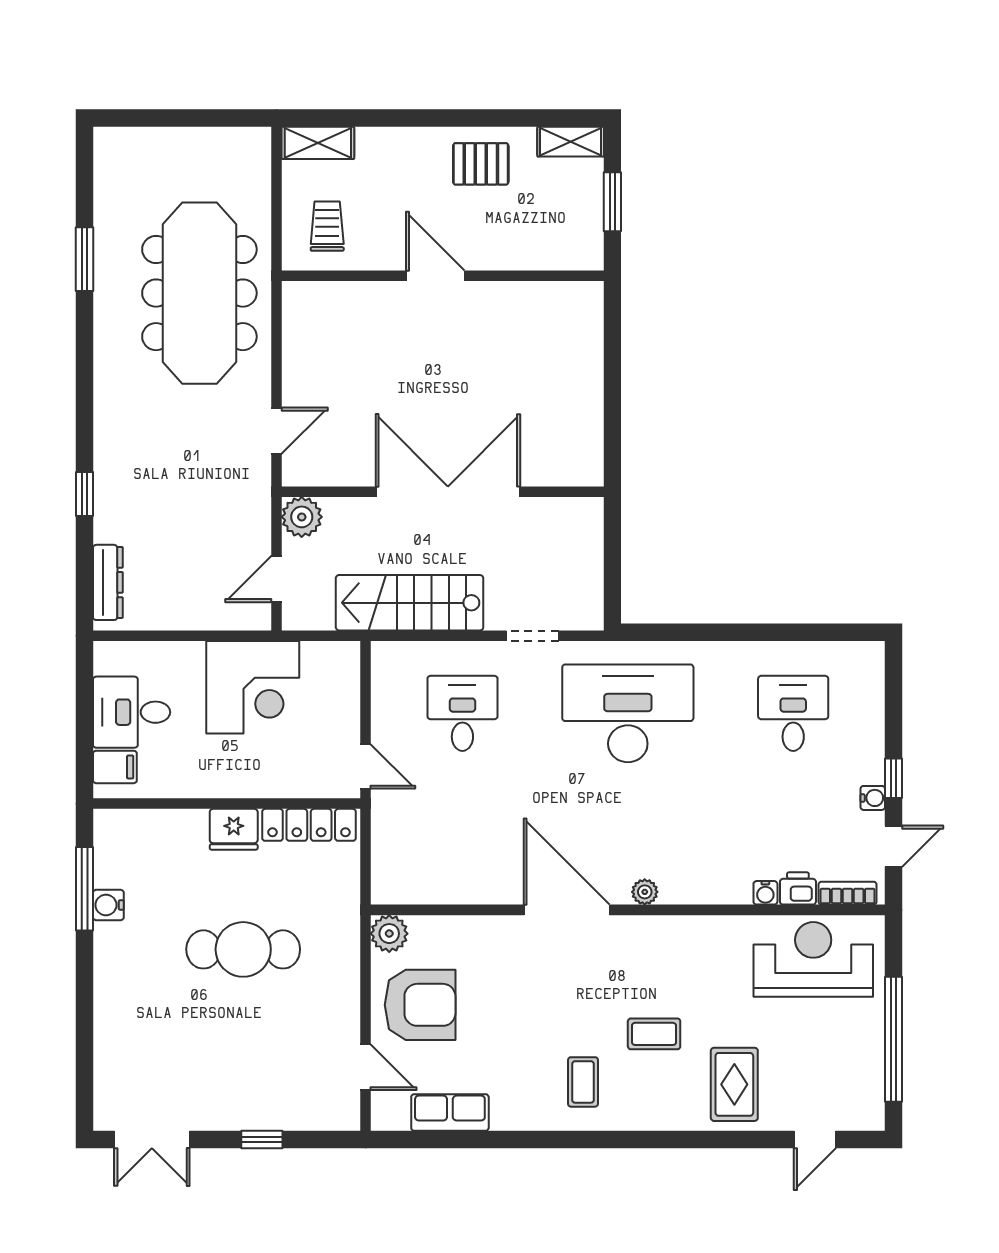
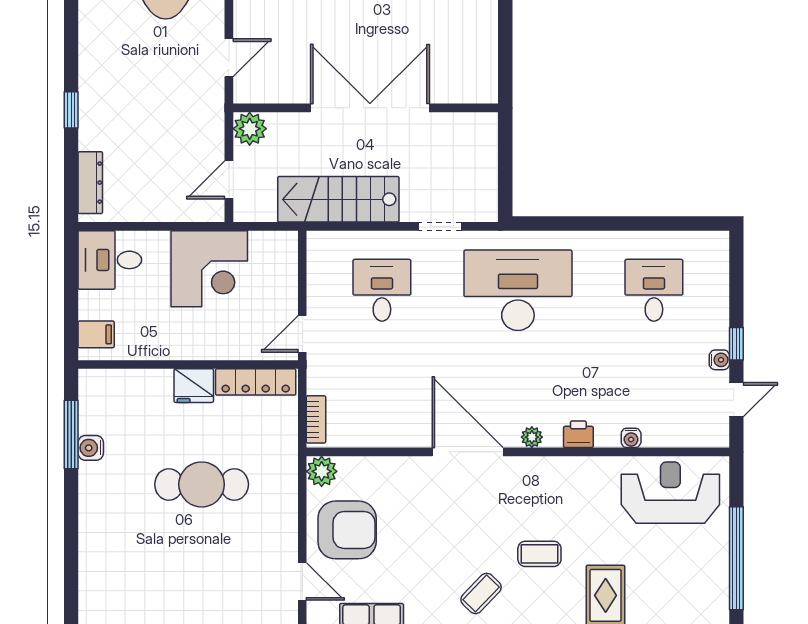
desk: (132, 712) -> (110, 260), moved
door: (366, 766) -> (302, 334), swing flipped
printer: (798, 888) -> (578, 434), moved
bookcase: (848, 893) -> (316, 419), moved, turned 90
coffee table: (583, 1082) -> (481, 593), turned 44

